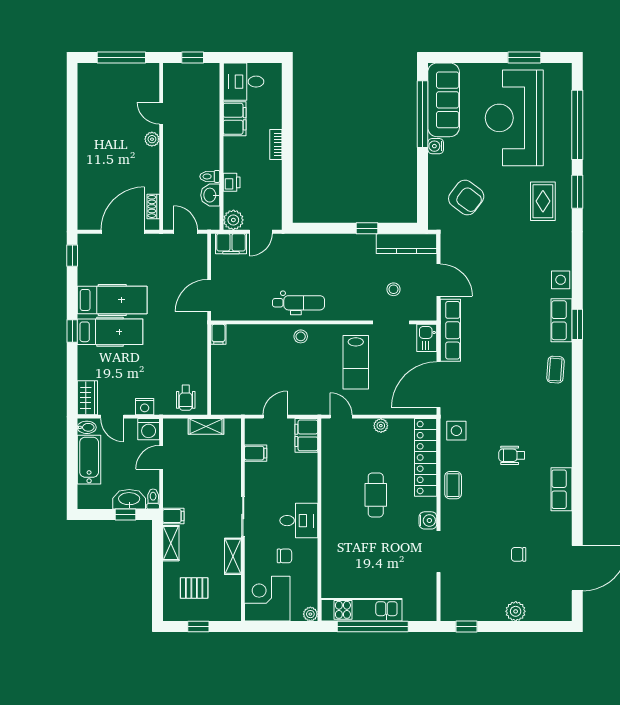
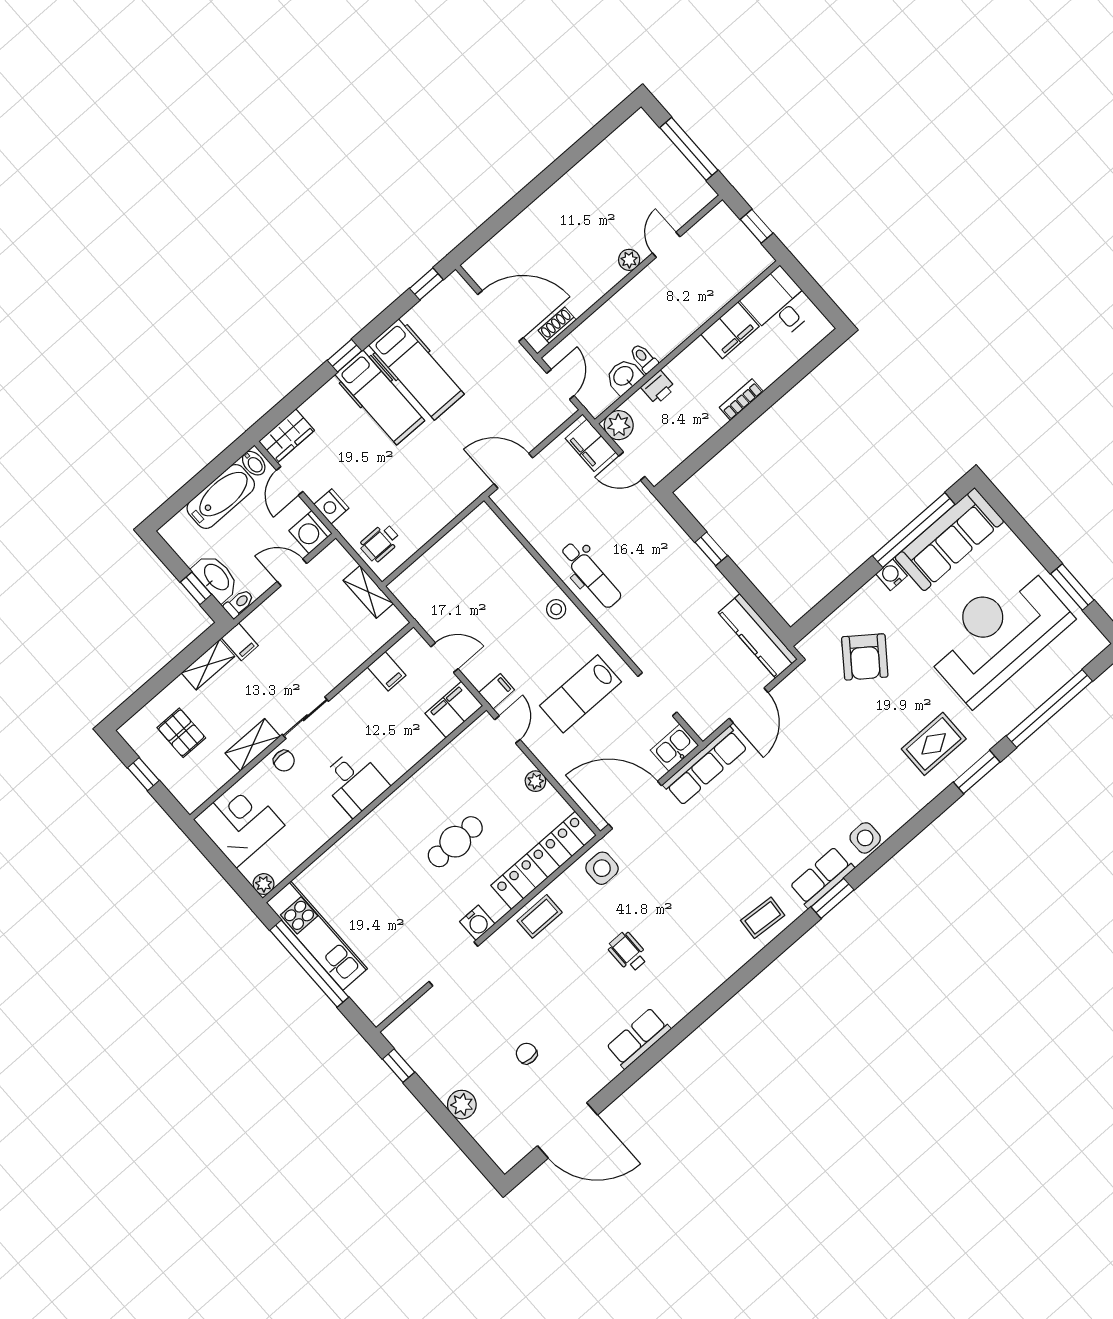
window: (367, 228) -> (711, 549), moved
stool: (394, 289) -> (696, 665), removed
filing cabinet: (218, 334) -> (497, 691), moved, turned 180
chair: (284, 556) -> (284, 761), moved

